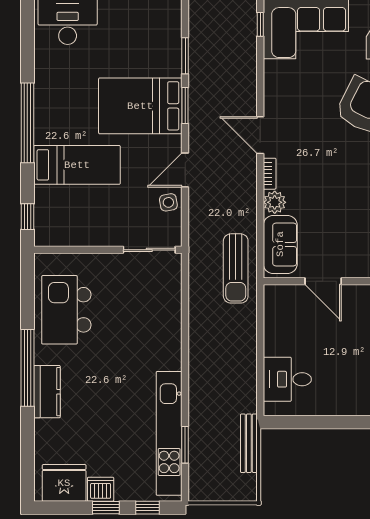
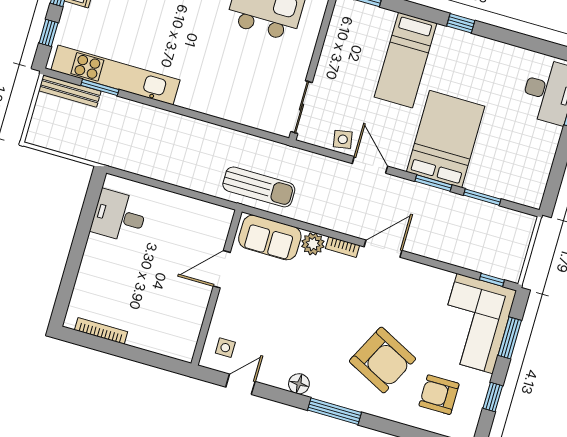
window: (27, 123) -> (461, 23), width x0.32
sun lounger: (236, 268) -> (259, 187), turned 180
desk: (287, 379) -> (119, 216), moved, turned -90
bench: (249, 443) -> (70, 91), moved

